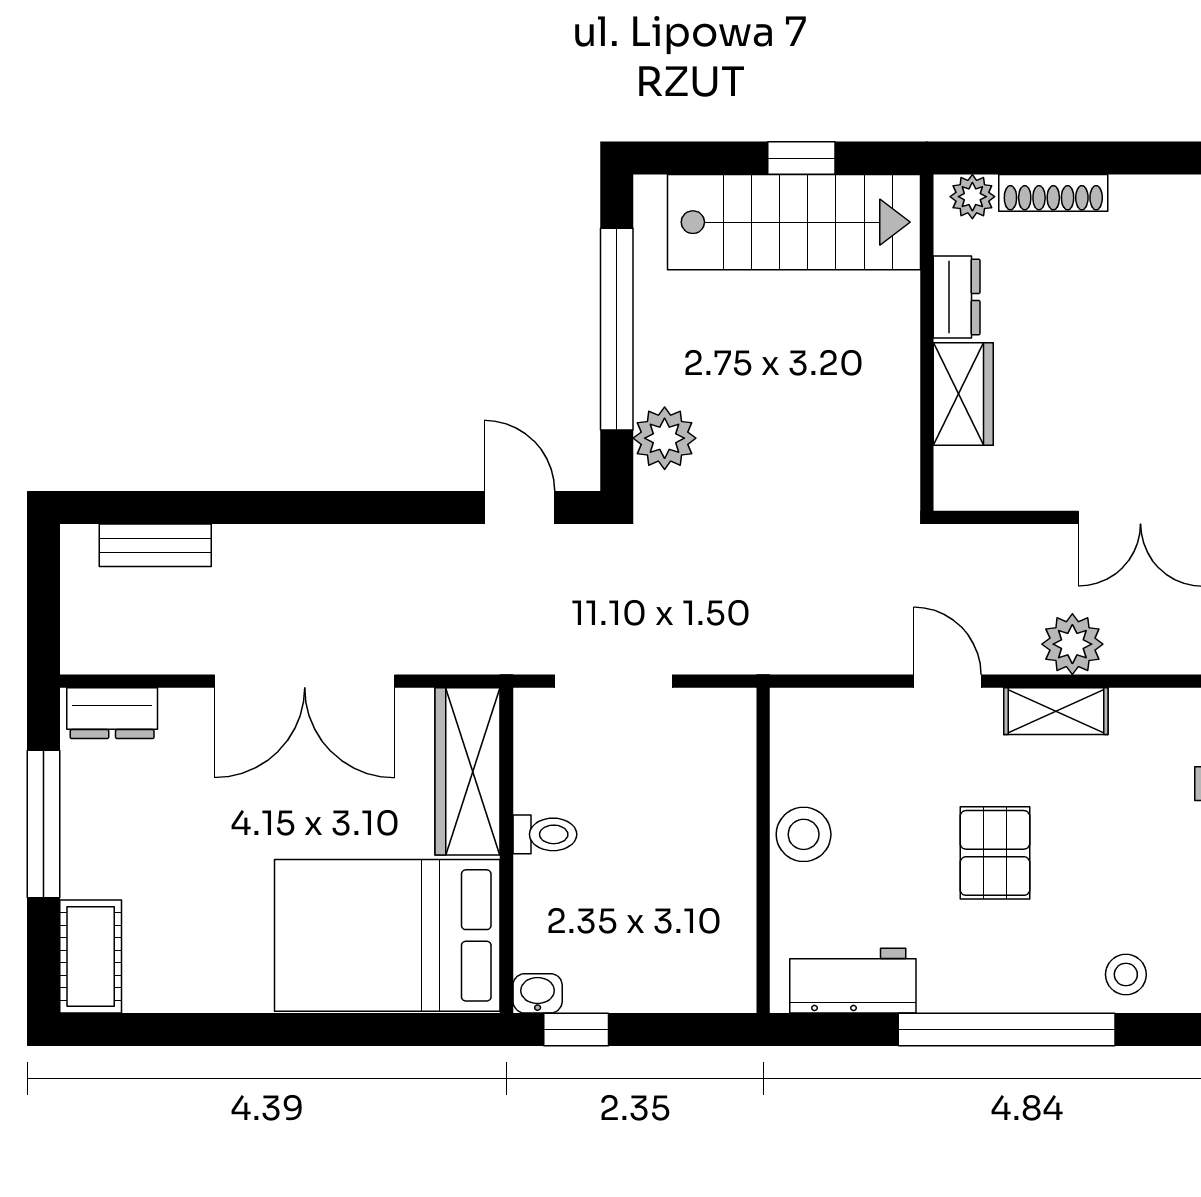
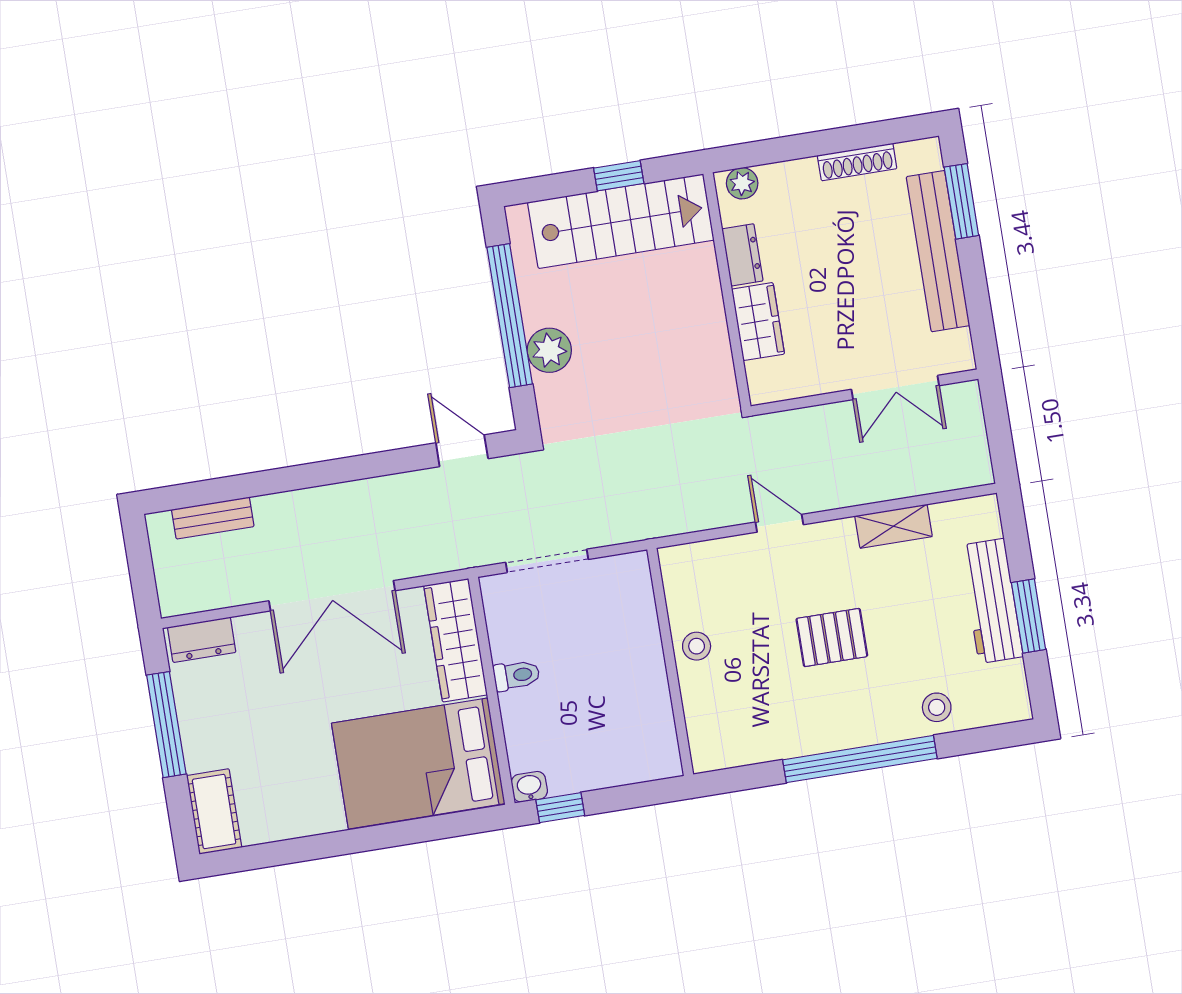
shoe rack: (1053, 193) -> (857, 162), moved
plant: (665, 438) -> (549, 350), moved
plant: (1072, 644) -> (862, 483), removed
shelving: (1056, 711) -> (893, 526), moved
stool: (804, 834) -> (697, 646), width x0.73, depth x0.73
pallet: (995, 853) -> (832, 638), turned 90
workbench: (853, 981) -> (747, 742), removed

